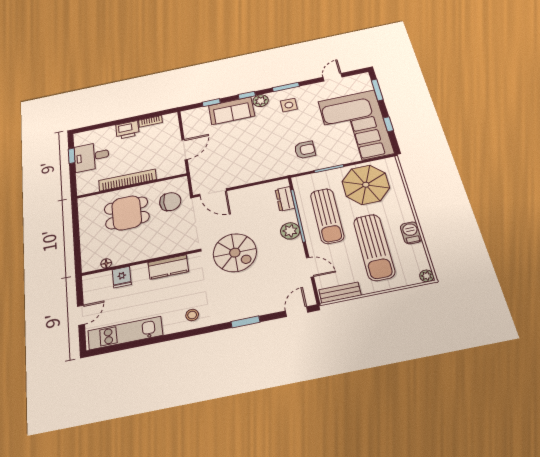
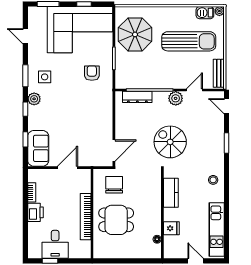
sofa: (231, 111) -> (38, 148), moved
door: (185, 150) -> (68, 168), hinge flipped
dresser: (285, 199) -> (137, 97), width x1.44
dining table: (127, 213) -> (116, 220), turned 90
sun lounger: (327, 216) -> (155, 69), removed
plant: (290, 231) -> (176, 98), moved
barbecue: (411, 233) -> (205, 13), moved
spiral stairs: (235, 253) -> (170, 142), turned -90

